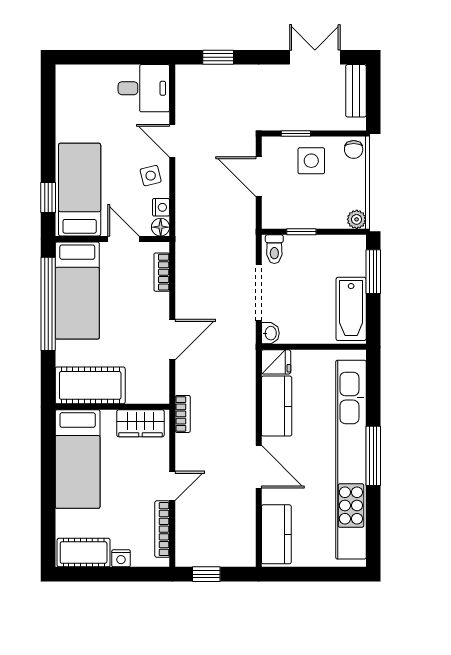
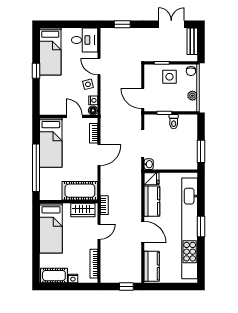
door: (259, 177) -> (143, 99), moved
bed: (80, 190) -> (50, 52), moved, turned 180
window: (48, 198) -> (36, 71), moved
plant: (357, 219) -> (192, 96), moved
toilet: (274, 249) -> (174, 122), moved
window: (373, 272) -> (201, 151), moved
window: (48, 304) -> (36, 168), moved
bathtub: (351, 309) -> (190, 152), removed
door: (172, 340) -> (99, 155), moved
cot: (90, 385) -> (80, 191), moved
window: (373, 456) -> (201, 226), width x0.69
door: (172, 486) -> (99, 232), moved
window: (206, 574) -> (126, 286), moved

